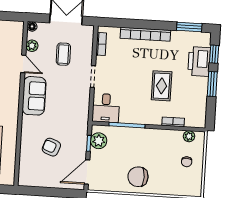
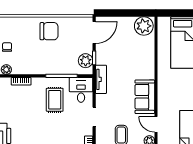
rug: (162, 86) -> (55, 100), moved
tv unit: (82, 119) -> (101, 79), added
armchair: (51, 147) -> (127, 53), removed
plant: (30, 176) -> (144, 26), added

